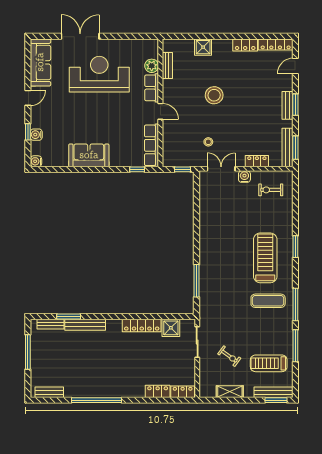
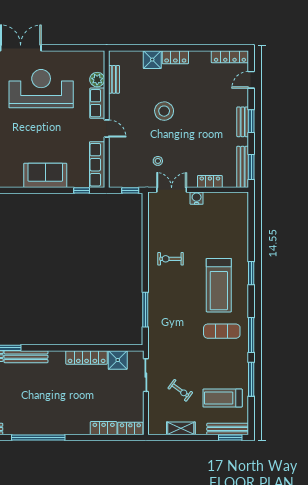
locker: (245, 45) -> (175, 57), moved
sofa: (89, 155) -> (45, 175), moved
exercise bike: (271, 190) -> (170, 259), moved
treadmill: (265, 258) -> (219, 285), turned 180

